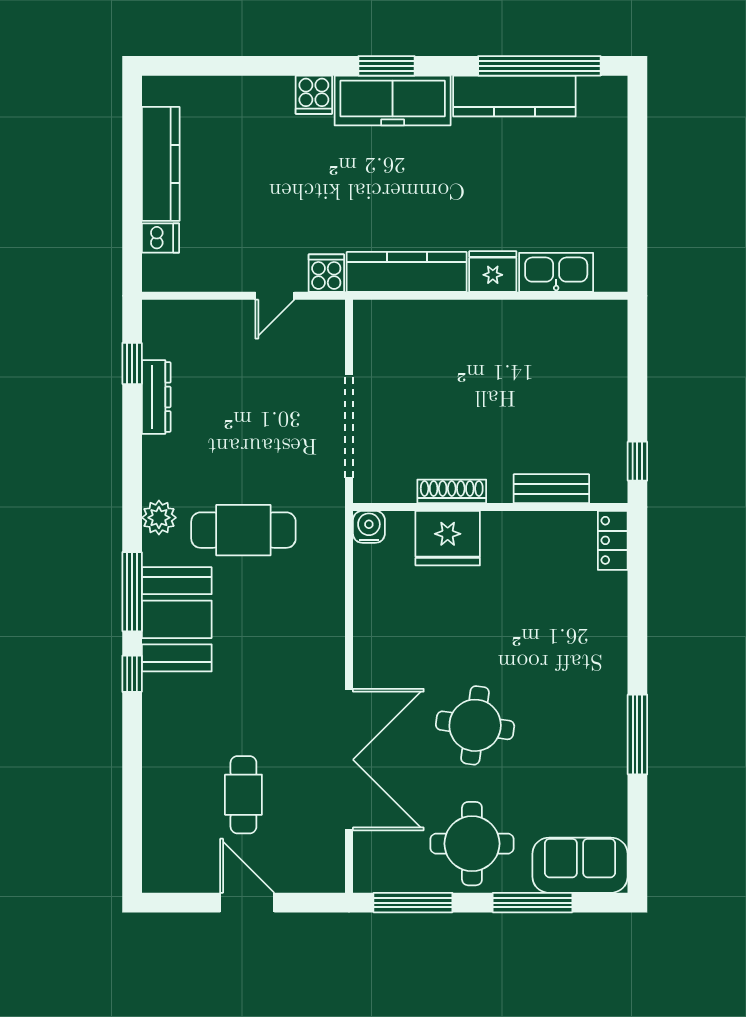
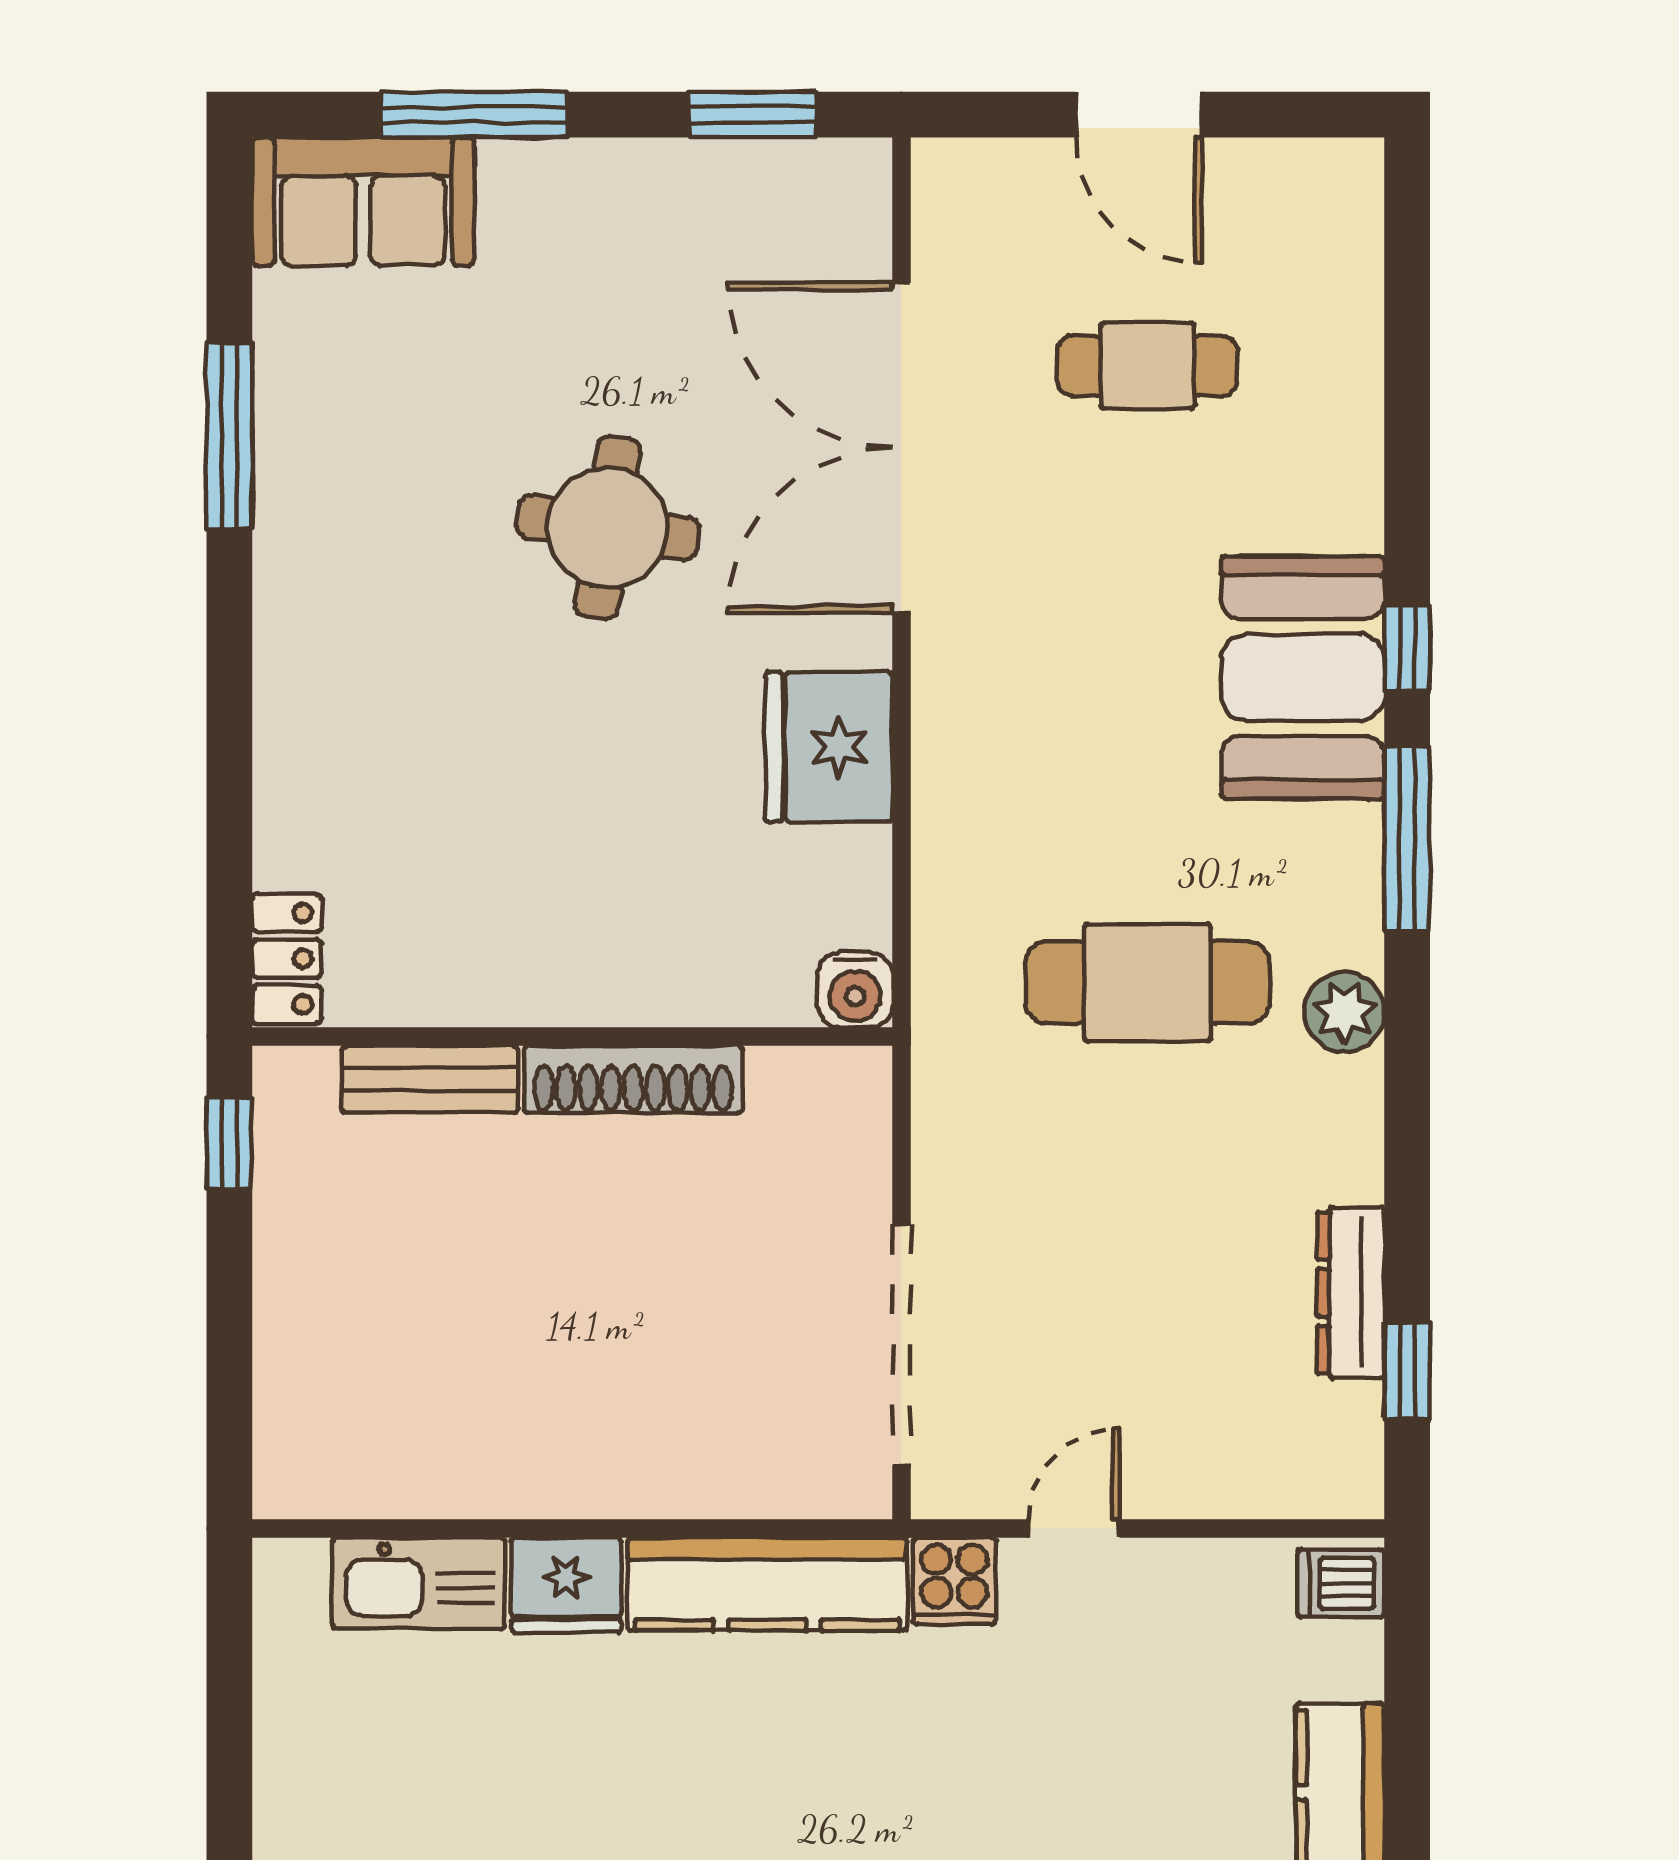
dishwasher: (161, 238) -> (1341, 1583), moved
doorway: (349, 426) -> (901, 1345), moved
shoe rack: (452, 491) -> (633, 1079), width x1.36, depth x1.24
fridge: (448, 538) -> (829, 747), moved, turned -90
booth: (177, 619) -> (1303, 677), moved
window: (637, 735) -> (229, 436), moved
cafe table: (243, 795) -> (1147, 366), turned 90
round table: (472, 844) -> (615, 252), removed
window: (413, 903) -> (753, 115), width x0.69

